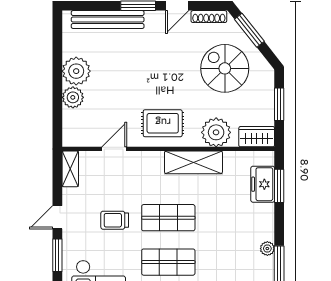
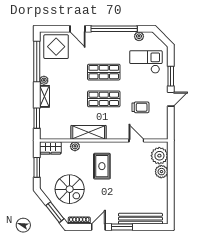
plant: (76, 71) -> (159, 156), moved
rug: (163, 123) -> (102, 166), moved, turned 90
plant: (216, 132) -> (75, 146), width x0.53, depth x0.53
door: (114, 149) -> (136, 140), swing flipped
shelving: (70, 169) -> (45, 96), moved
freezer: (263, 184) -> (47, 119), removed
trolley: (115, 220) -> (140, 107), moved

